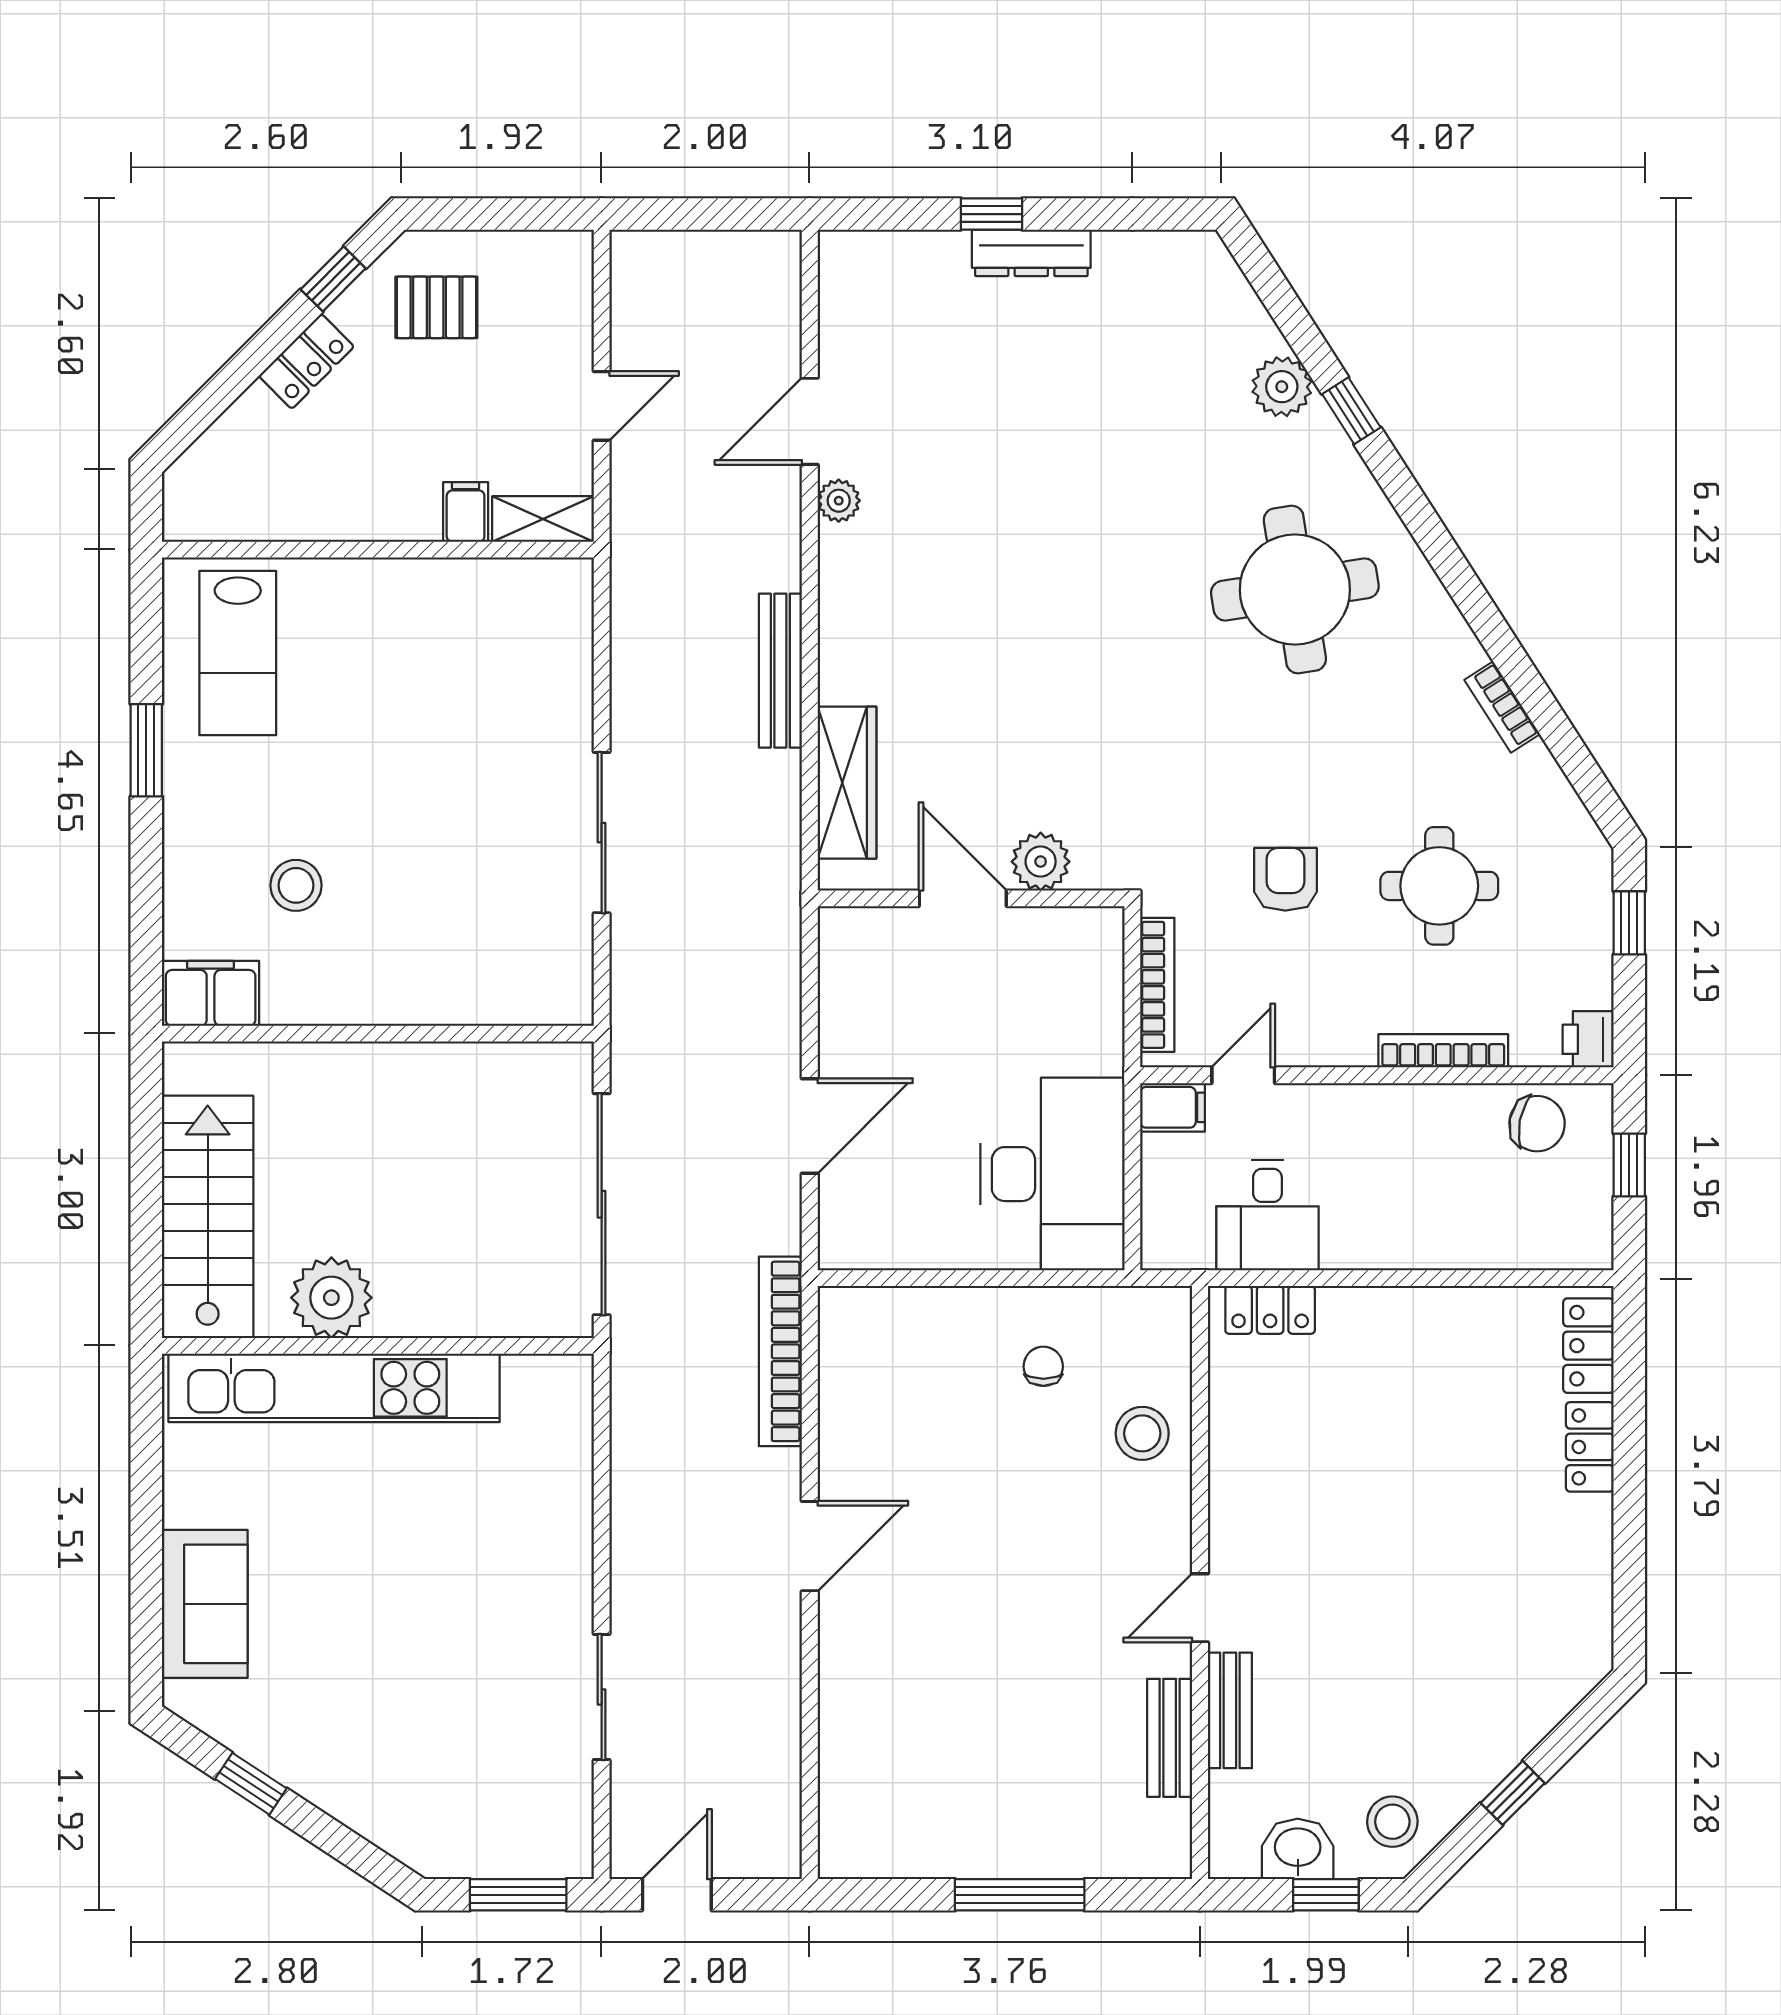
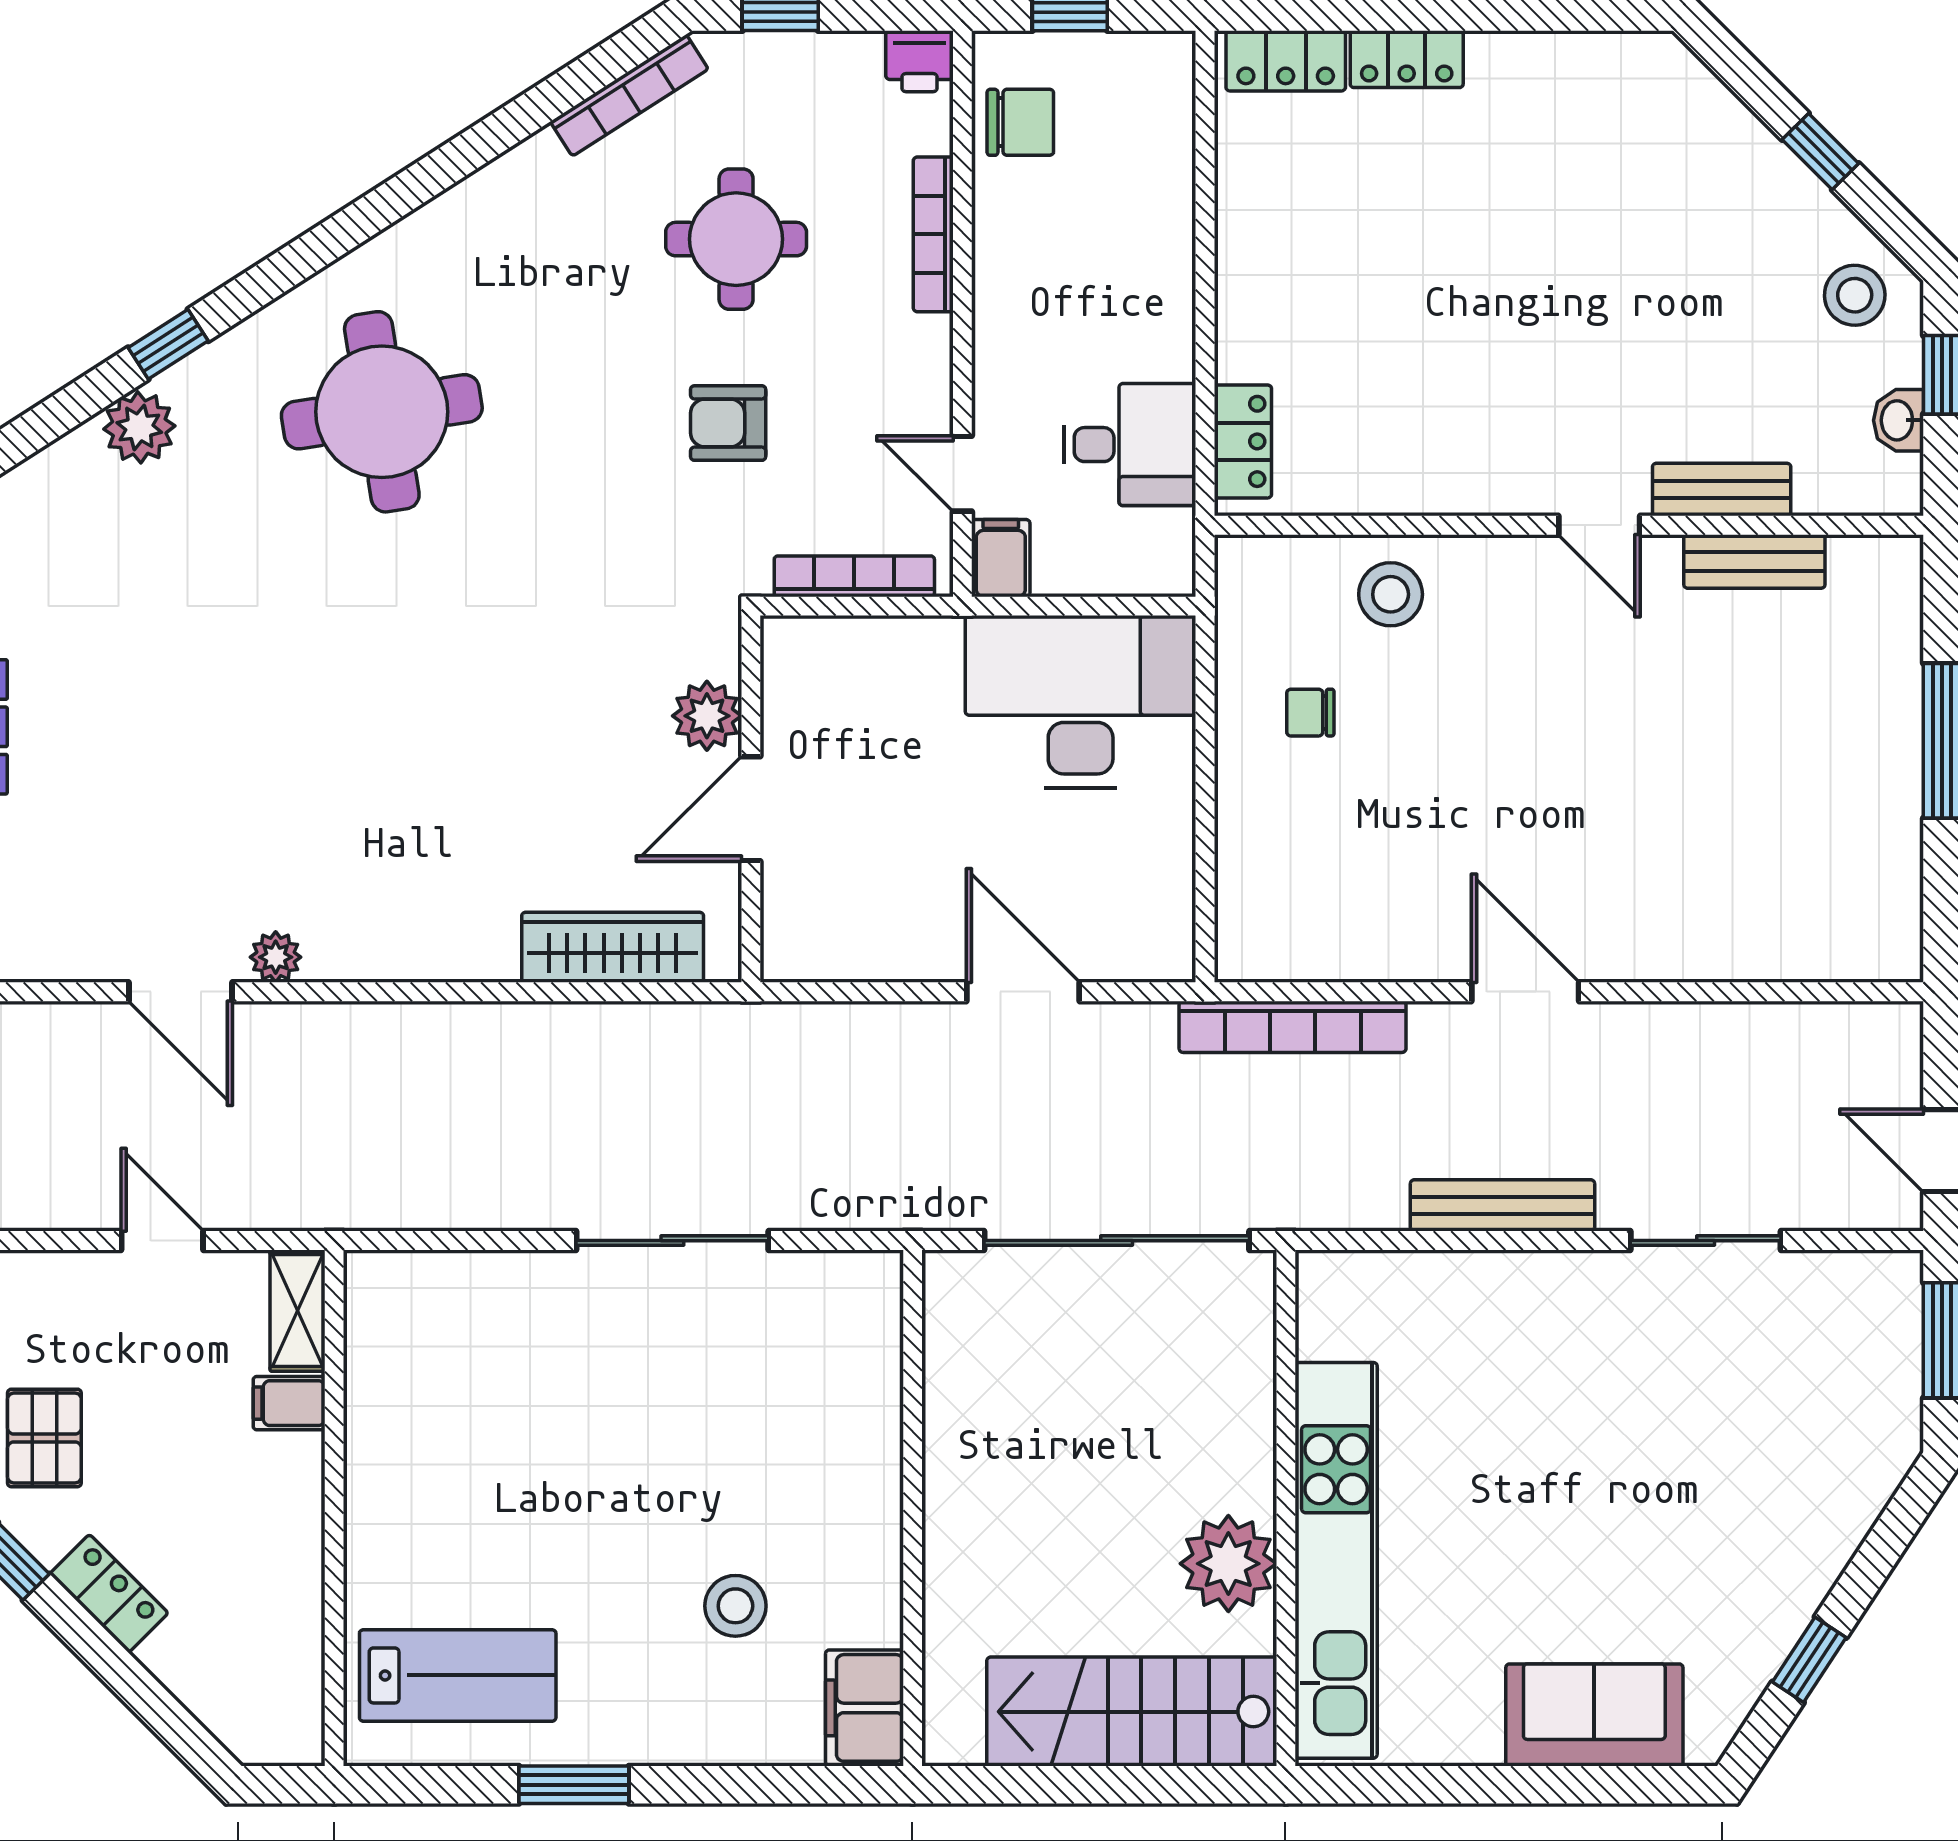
bench: (780, 671) -> (1502, 1205), moved
bookcase: (1502, 707) -> (629, 95), moved, width x1.56
chair: (1537, 1124) -> (1020, 122), turned 79
washbasin: (1298, 1849) -> (1898, 420), width x0.72, depth x0.69

